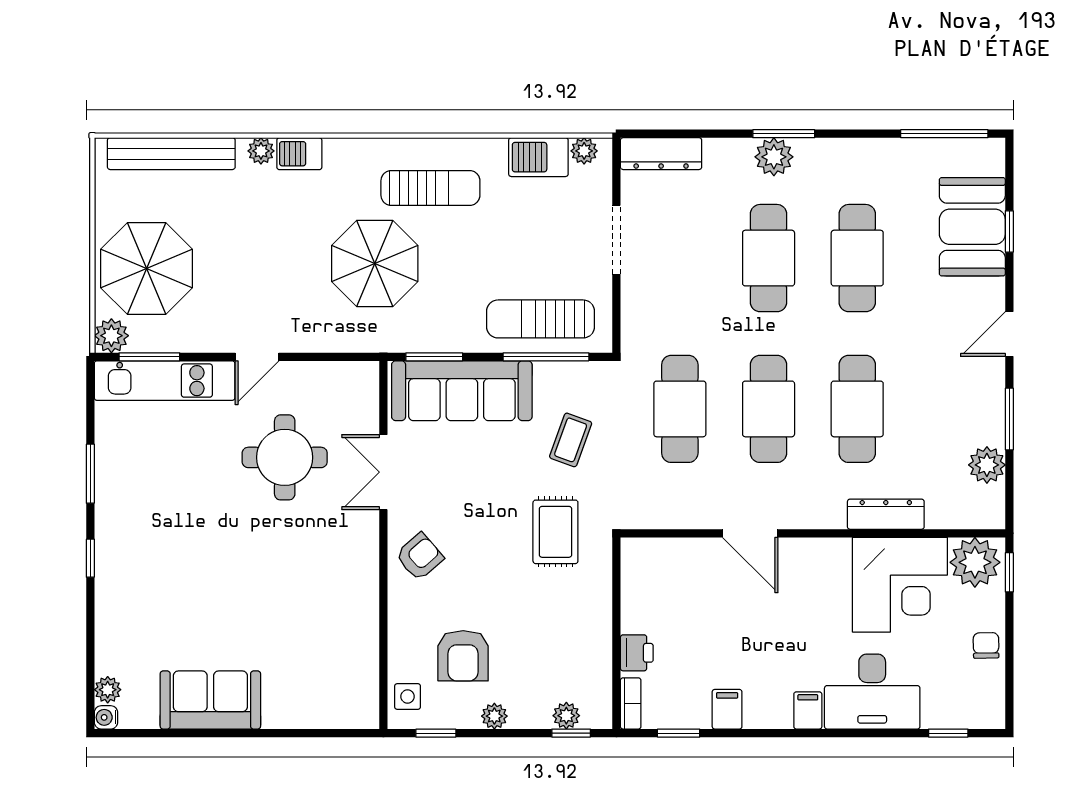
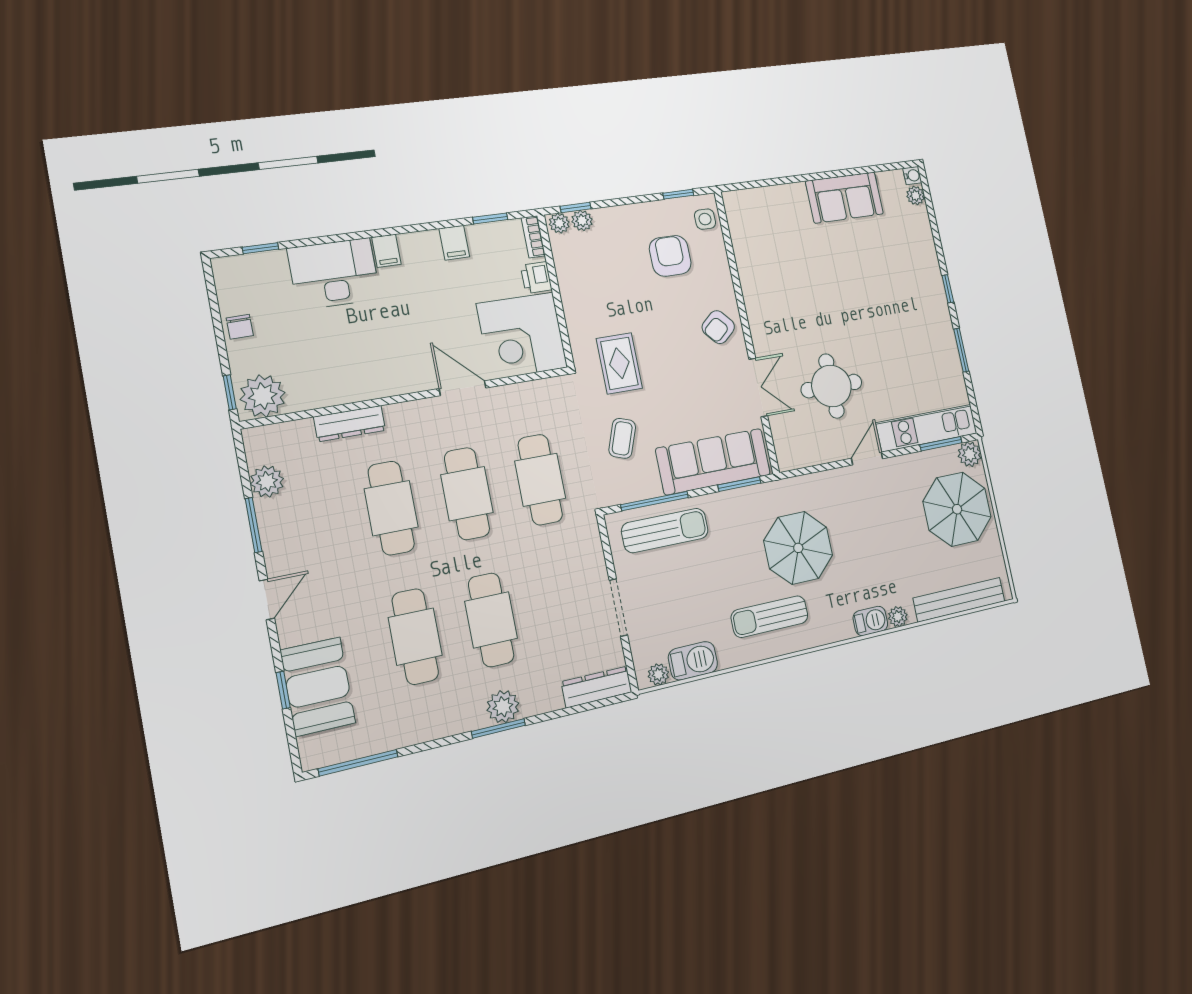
corner desk: (900, 585) -> (522, 336), moved, turned -90
plant: (494, 716) -> (559, 223), moved

